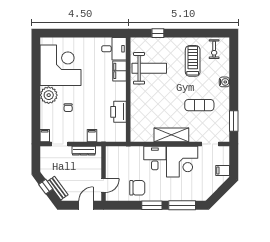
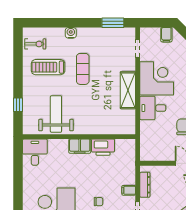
filing cabinet: (119, 71) -> (80, 146), moved
exercise mat: (199, 105) -> (83, 69), moved
filing cabinet: (92, 136) -> (129, 190), moved

